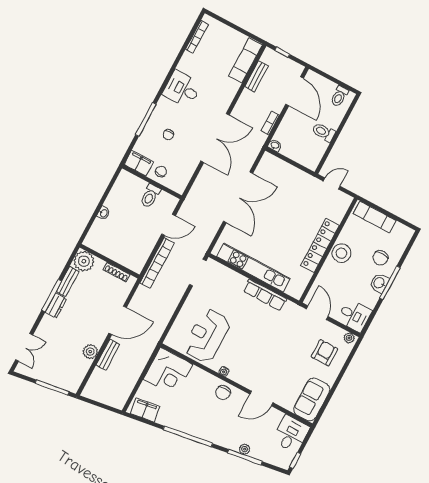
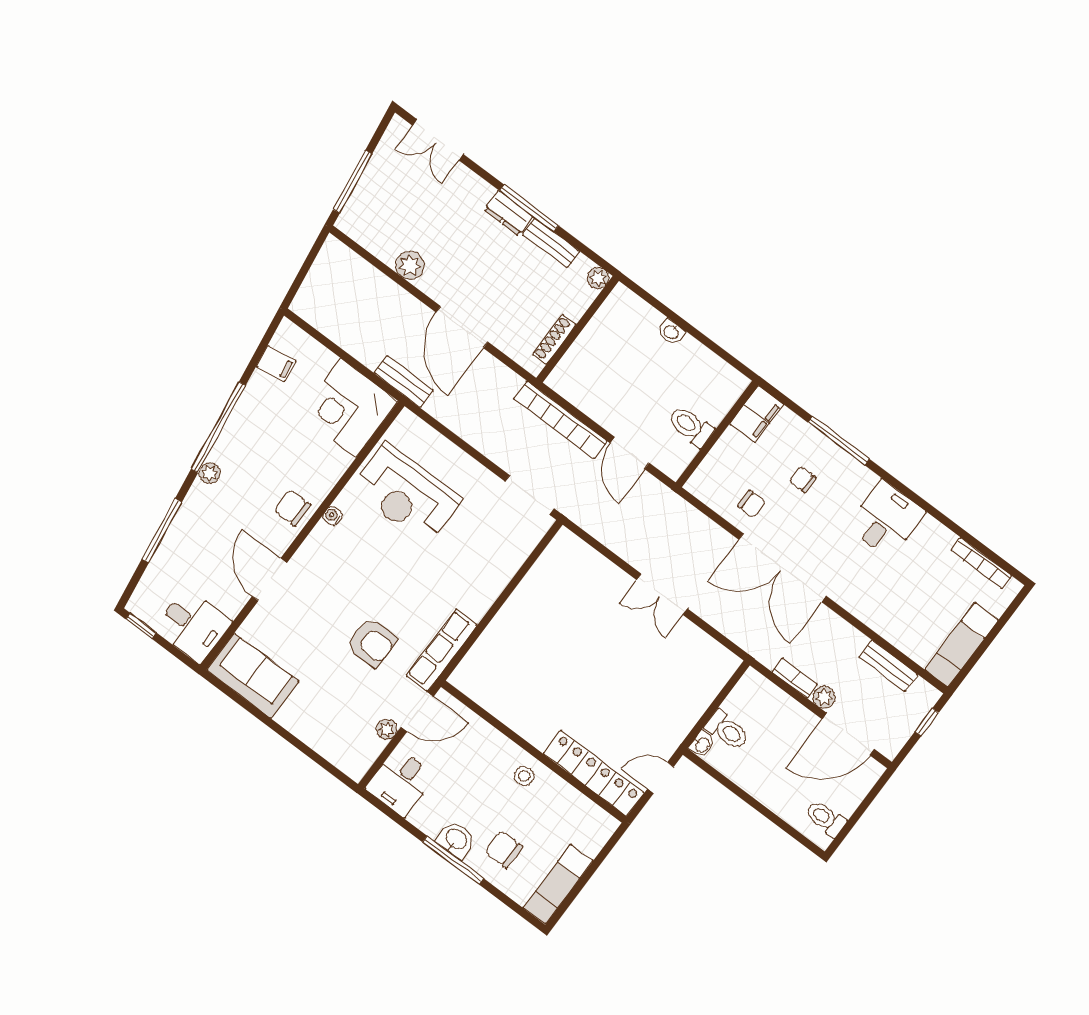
exam couch: (245, 60) -> (962, 645), moved, turned -90
plant: (278, 107) -> (824, 697), added
toilet: (324, 132) -> (727, 730), moved, turned 90
washbasin: (275, 145) -> (702, 745), moved
chair: (161, 172) -> (752, 504), moved
door: (332, 184) -> (660, 778), swing flipped
double door: (238, 197) -> (662, 594), width x0.54
exam couch: (375, 217) -> (558, 884), moved
locker: (320, 245) -> (594, 773), moved
stool: (341, 253) -> (524, 776), width x0.53, depth x0.53
plant: (84, 261) -> (598, 278), width x0.53, depth x0.53
kitchen unit: (253, 268) -> (523, 603), removed
row of seats: (265, 295) -> (442, 650), moved
reception desk: (207, 336) -> (406, 494), turned 180
plant: (349, 338) -> (387, 729), moved
armchair: (324, 353) -> (372, 642), moved
bench: (108, 355) -> (403, 381), moved
filing cabinet: (145, 410) -> (276, 364), width x0.50
plant: (245, 449) -> (210, 473), moved

